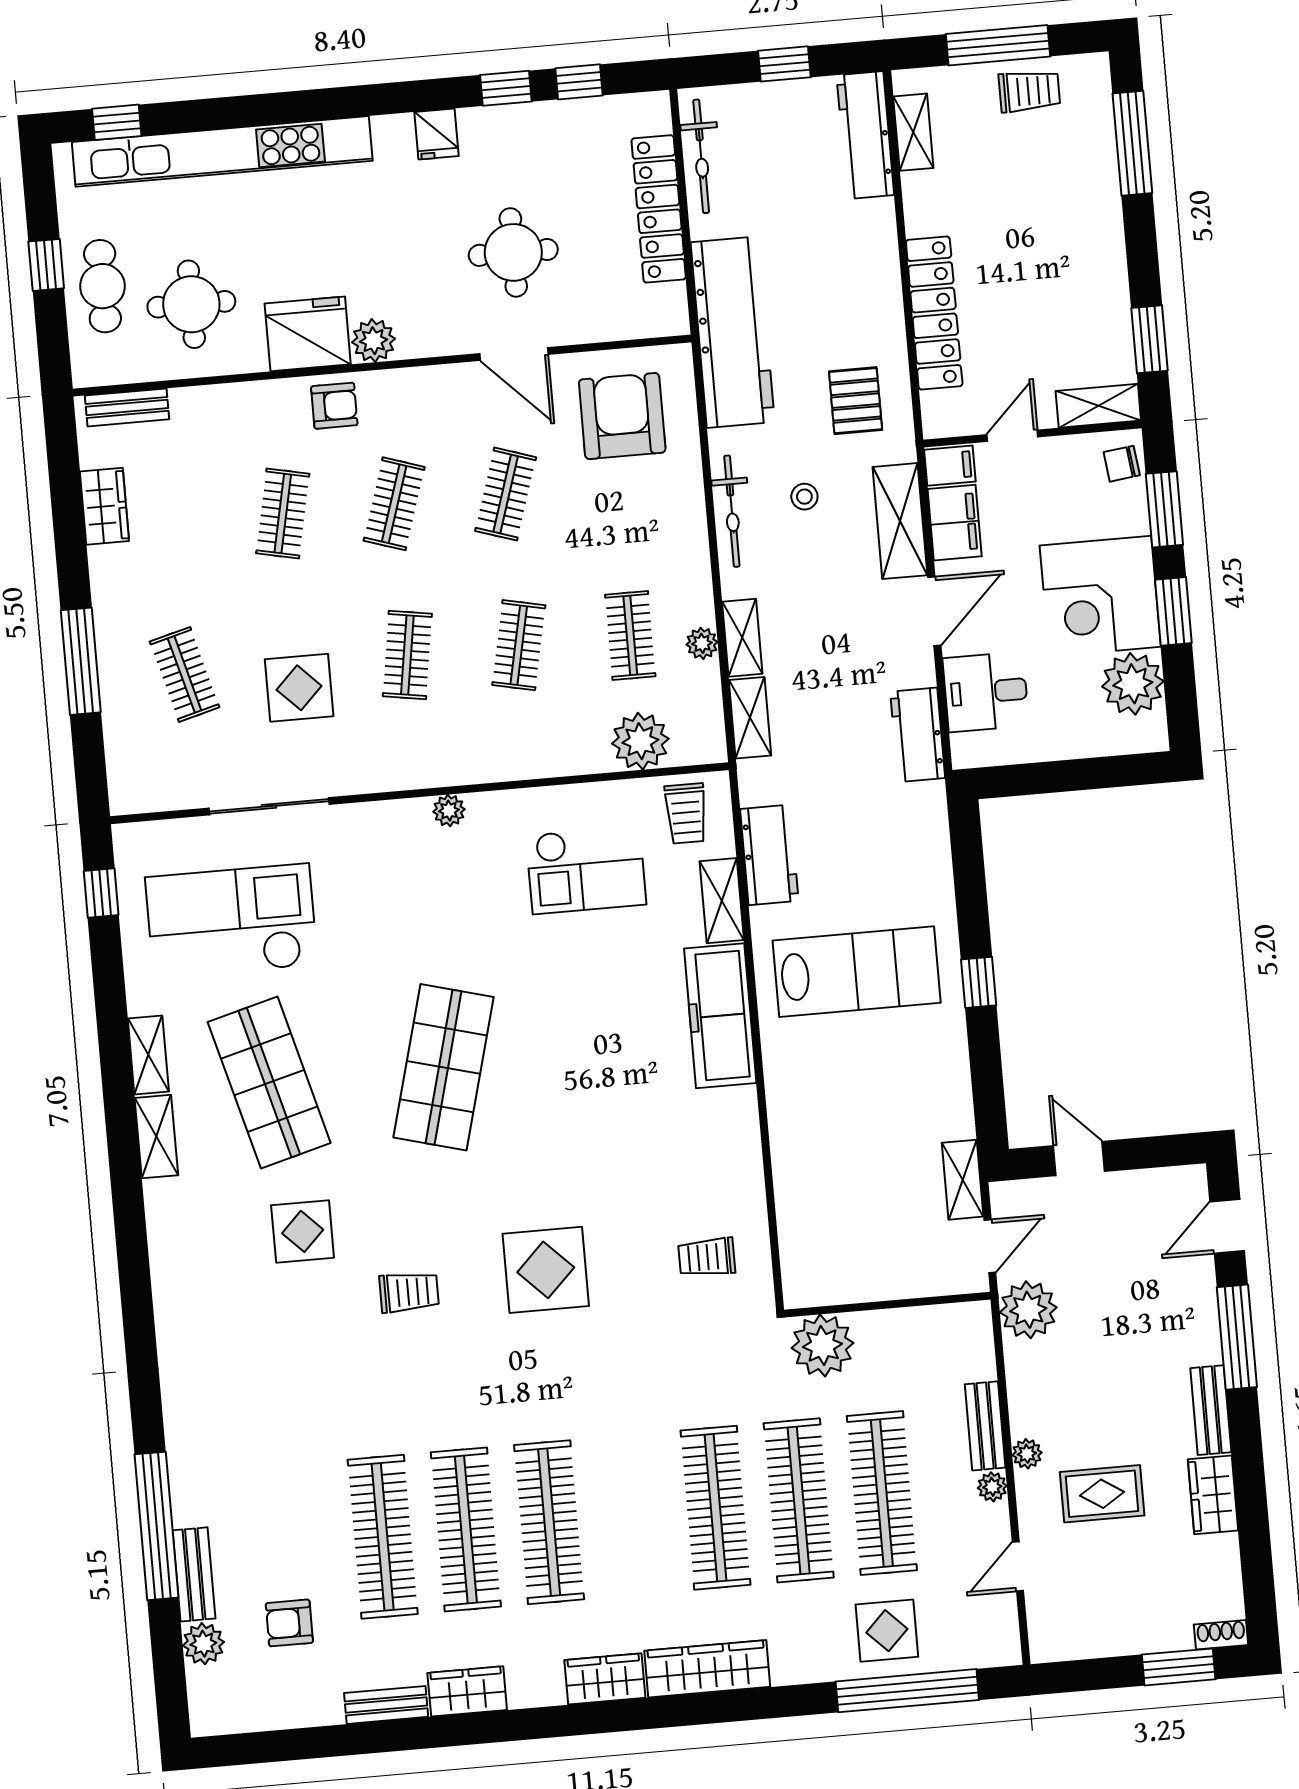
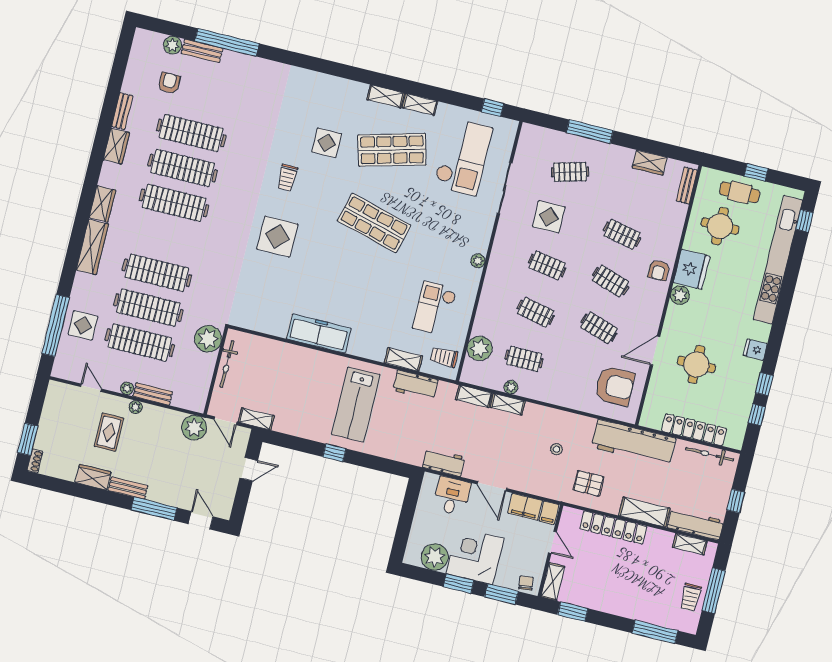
bicycle: (732, 511) -> (227, 364), moved, turned -90
shelving: (900, 521) -> (644, 512), moved
freezer: (720, 1016) -> (319, 334), moved
trolley: (707, 1257) -> (260, 304), removed

